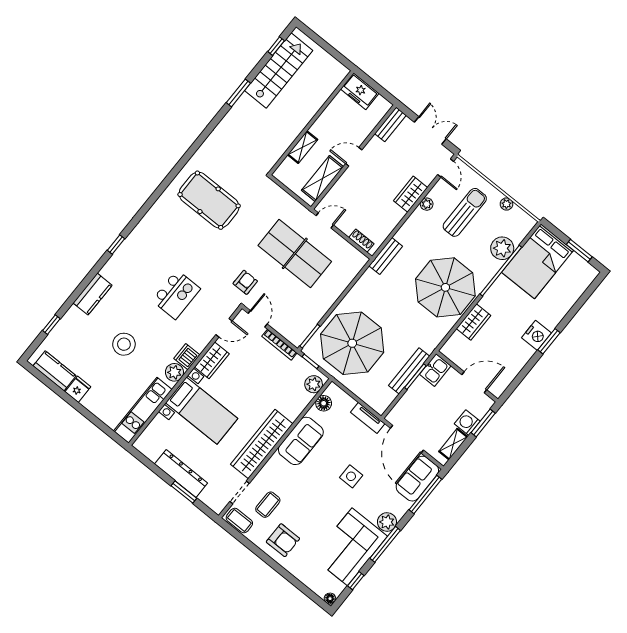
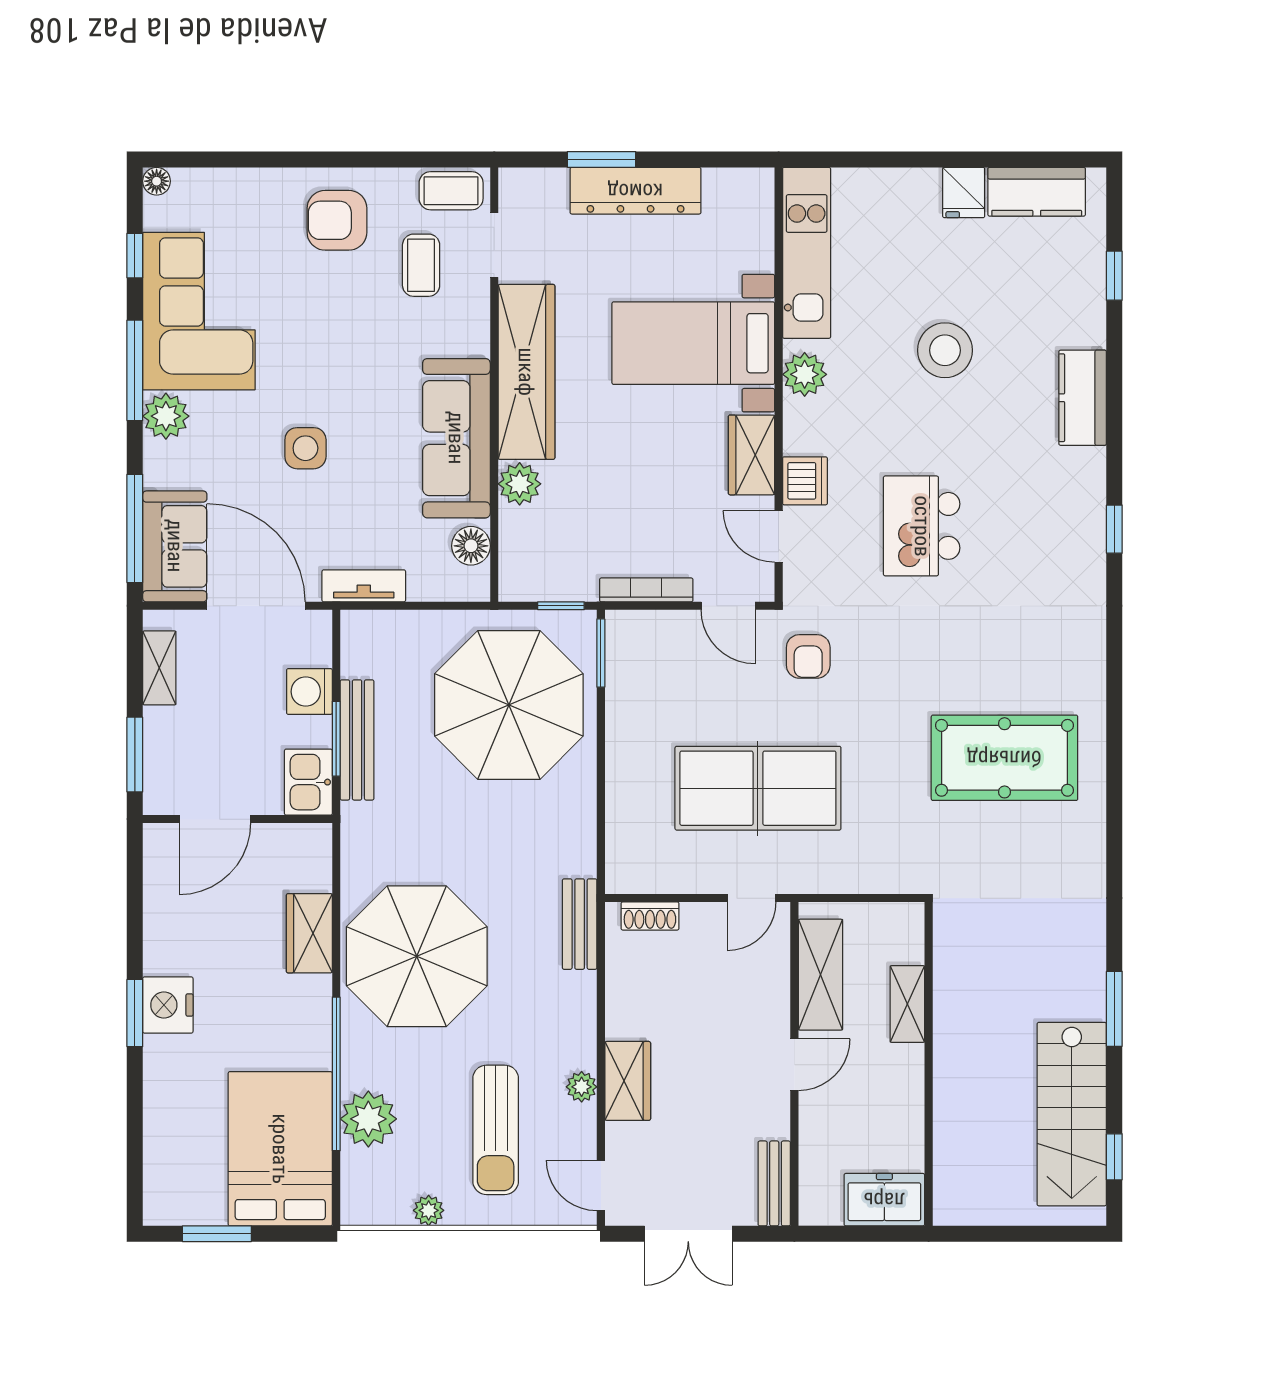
door: (224, 328) -> (779, 536), hinge flipped
dishwasher: (187, 357) -> (805, 481), moved
plant: (314, 384) -> (520, 484), moved
washing machine: (467, 423) -> (309, 692), moved, turned 180
sofa: (301, 441) -> (456, 438), width x1.36

